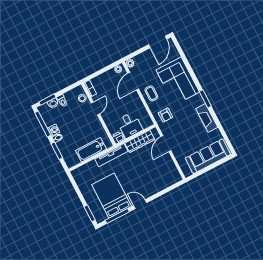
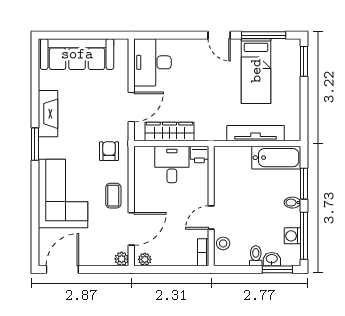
washing machine: (54, 130) -> (292, 236), moved
bathtub: (91, 150) -> (276, 158), moved
tv unit: (111, 155) -> (255, 133), moved
desk: (167, 172) -> (153, 62), added
bed: (112, 196) -> (256, 71), width x0.67

